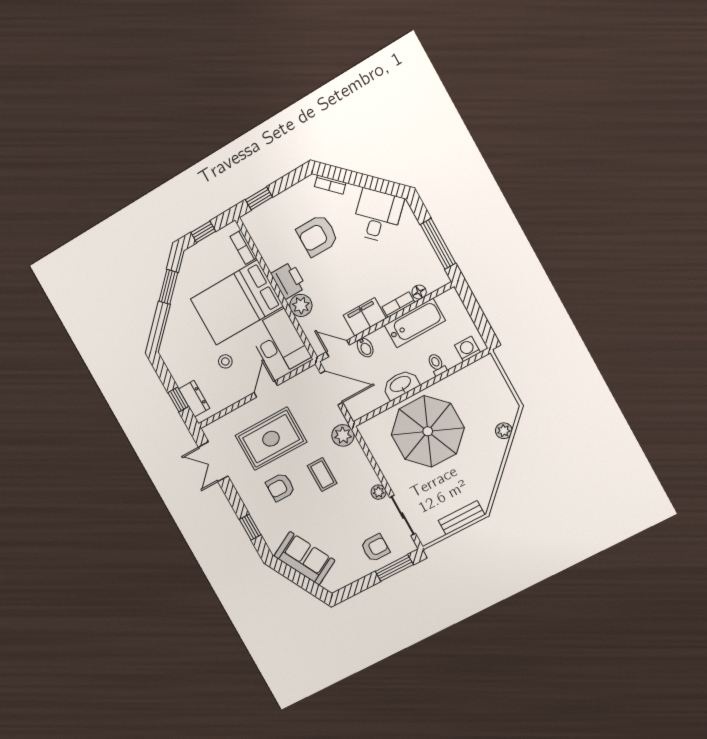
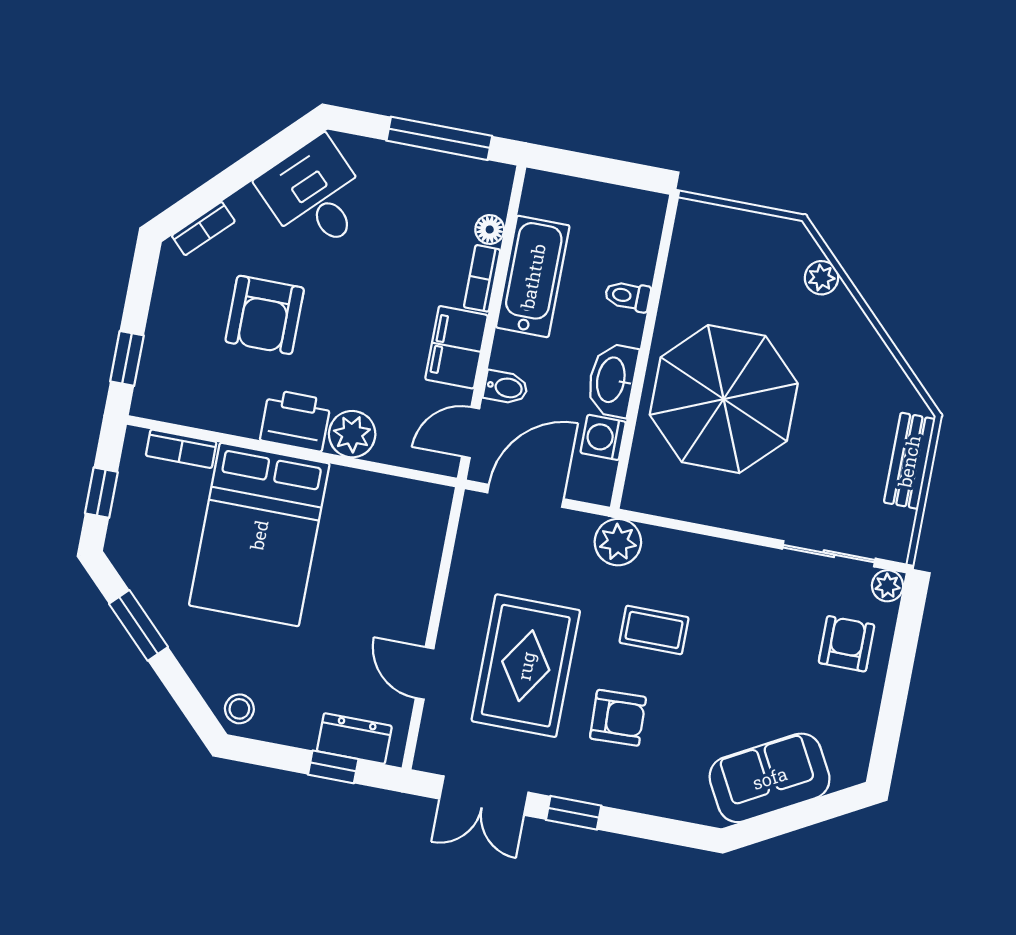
desk: (279, 343) -> (382, 521), removed
washing machine: (467, 349) -> (603, 437), moved
stool: (225, 361) -> (239, 709), moved
door: (266, 389) -> (425, 673), moved
armchair: (280, 487) -> (618, 718), turned -92
plant: (379, 492) -> (888, 586), moved
window: (250, 527) -> (574, 813), moved
window: (394, 568) -> (906, 640), removed

